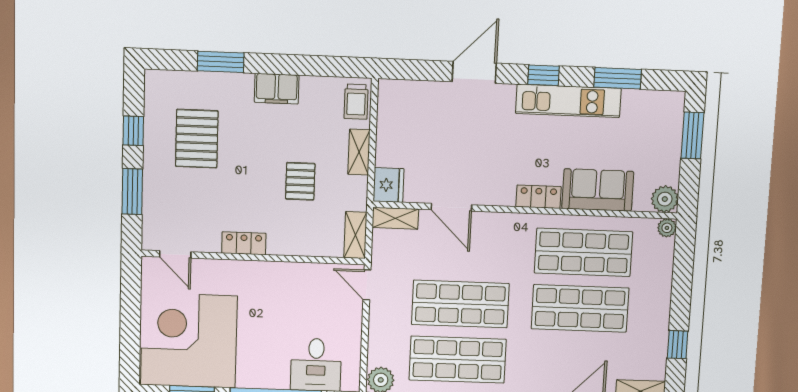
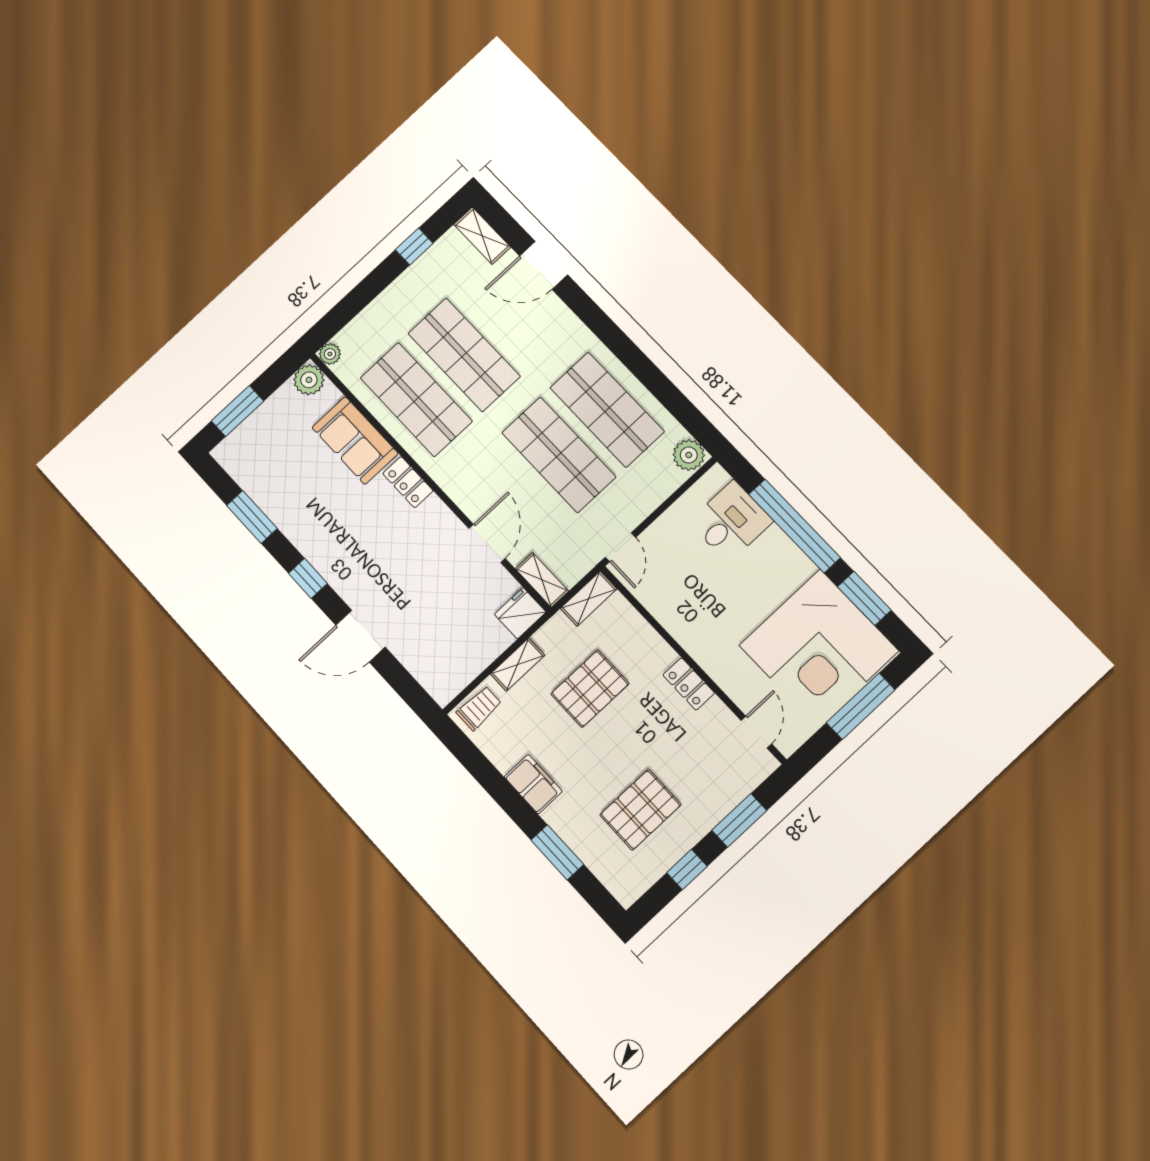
kitchen unit: (568, 101) -> (308, 538), removed
pallet: (300, 181) -> (590, 689), width x1.50, depth x1.42
window: (130, 330) -> (861, 706), added

